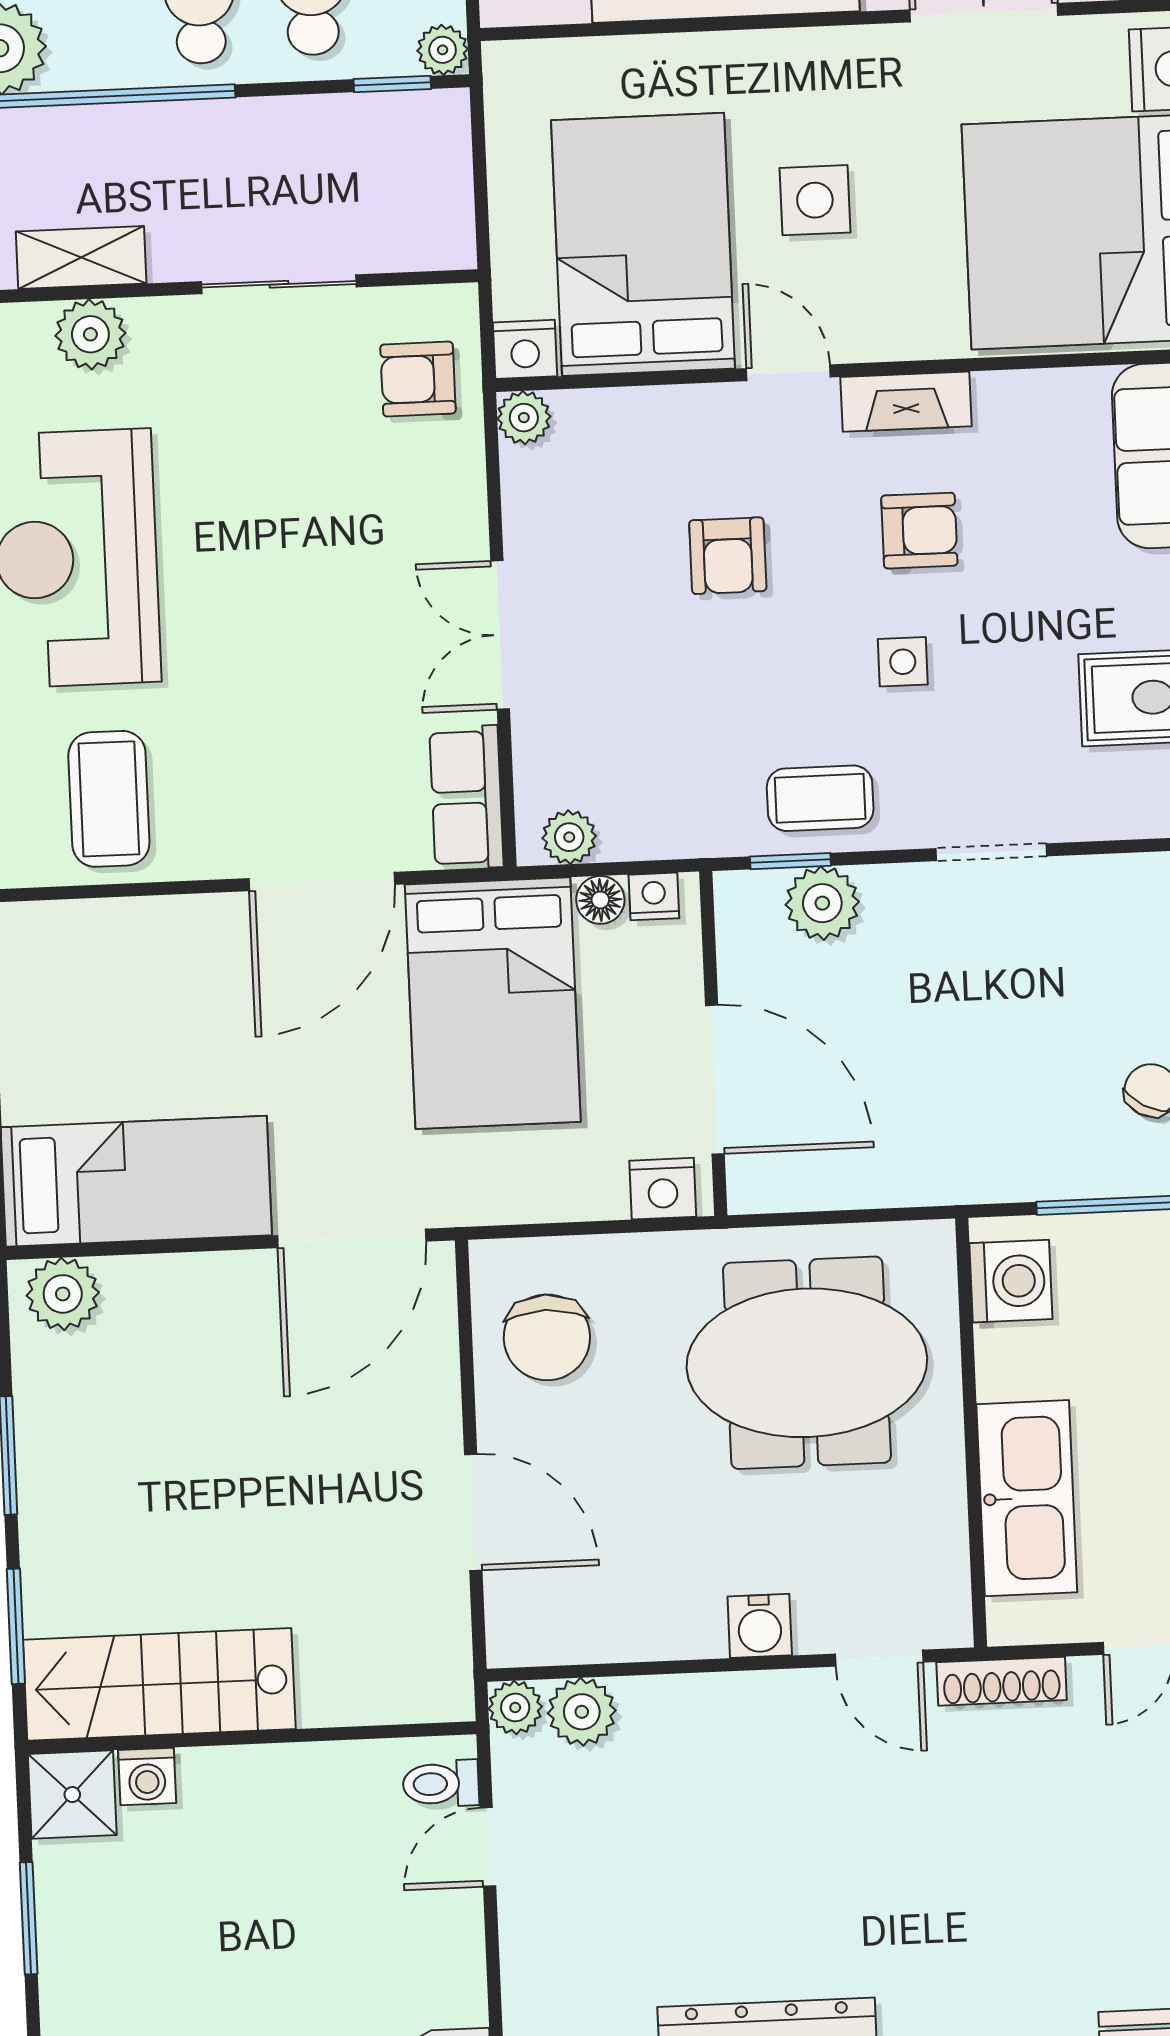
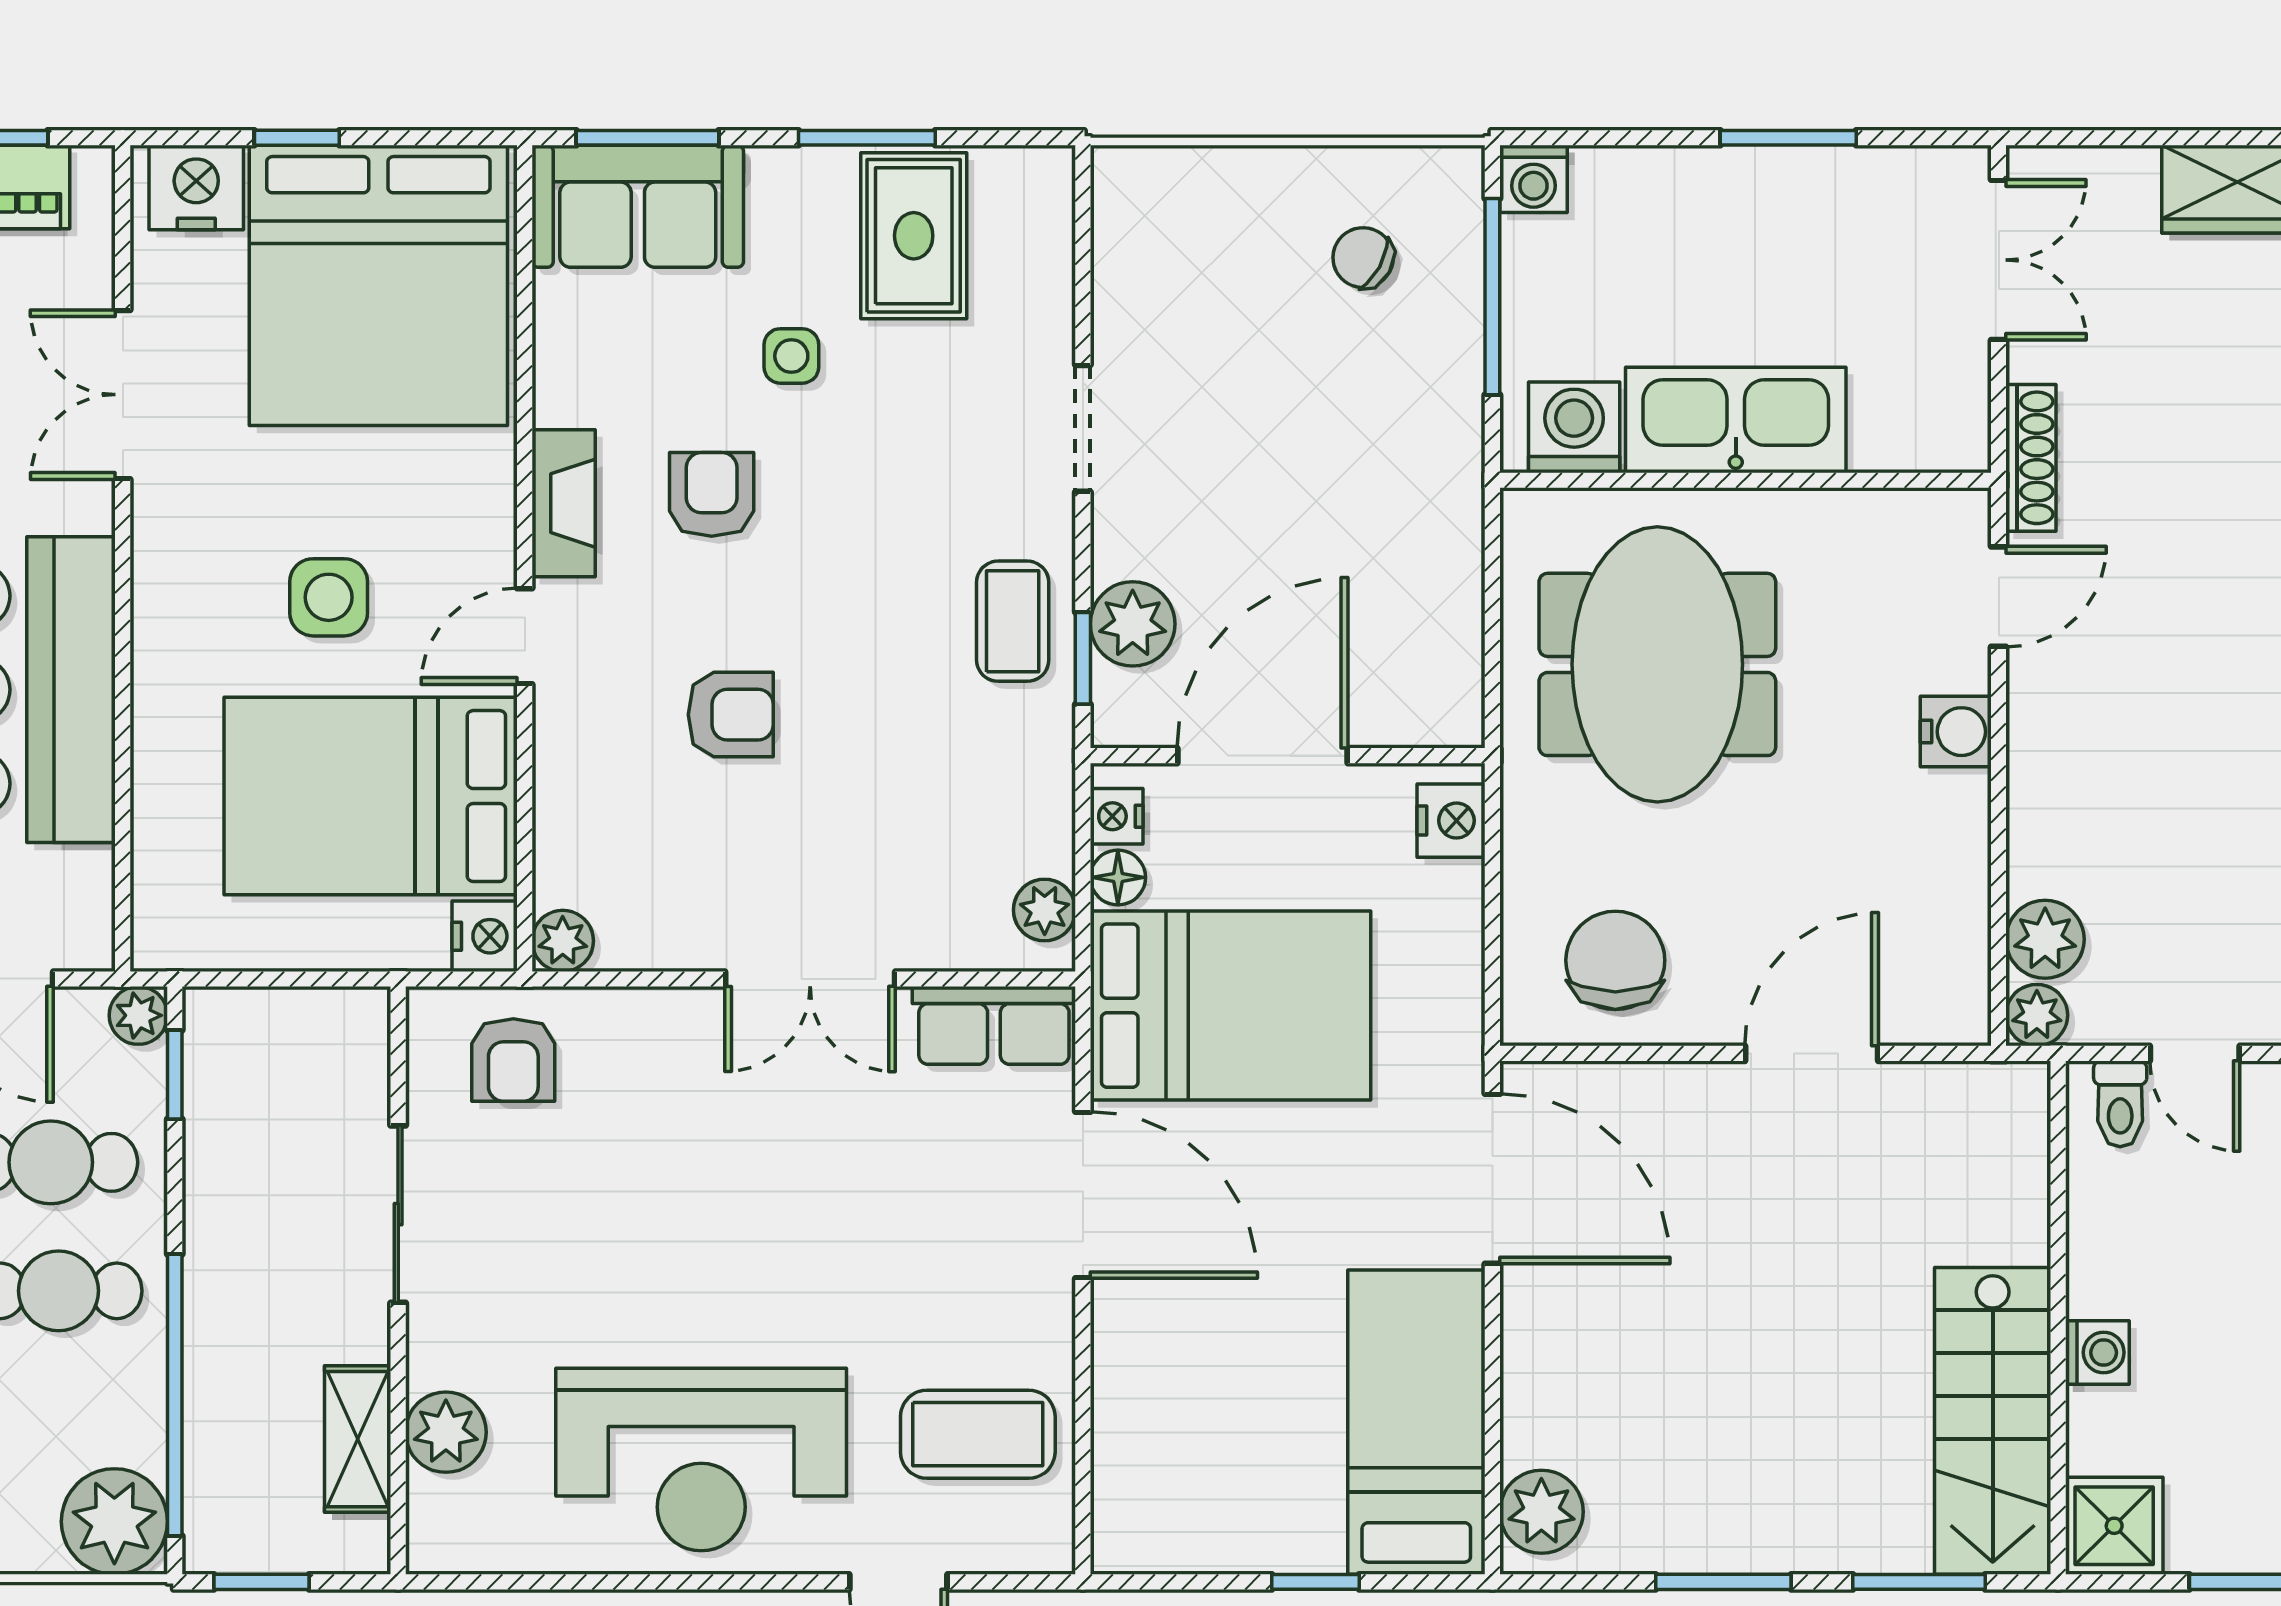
side table: (903, 662) -> (791, 356), moved
door: (715, 1080) -> (1263, 756), moved
chair: (547, 1337) -> (1615, 960), turned -90
kitchen sink: (1027, 1498) -> (1736, 420), moved
washing machine: (147, 1776) -> (2097, 1353), moved

